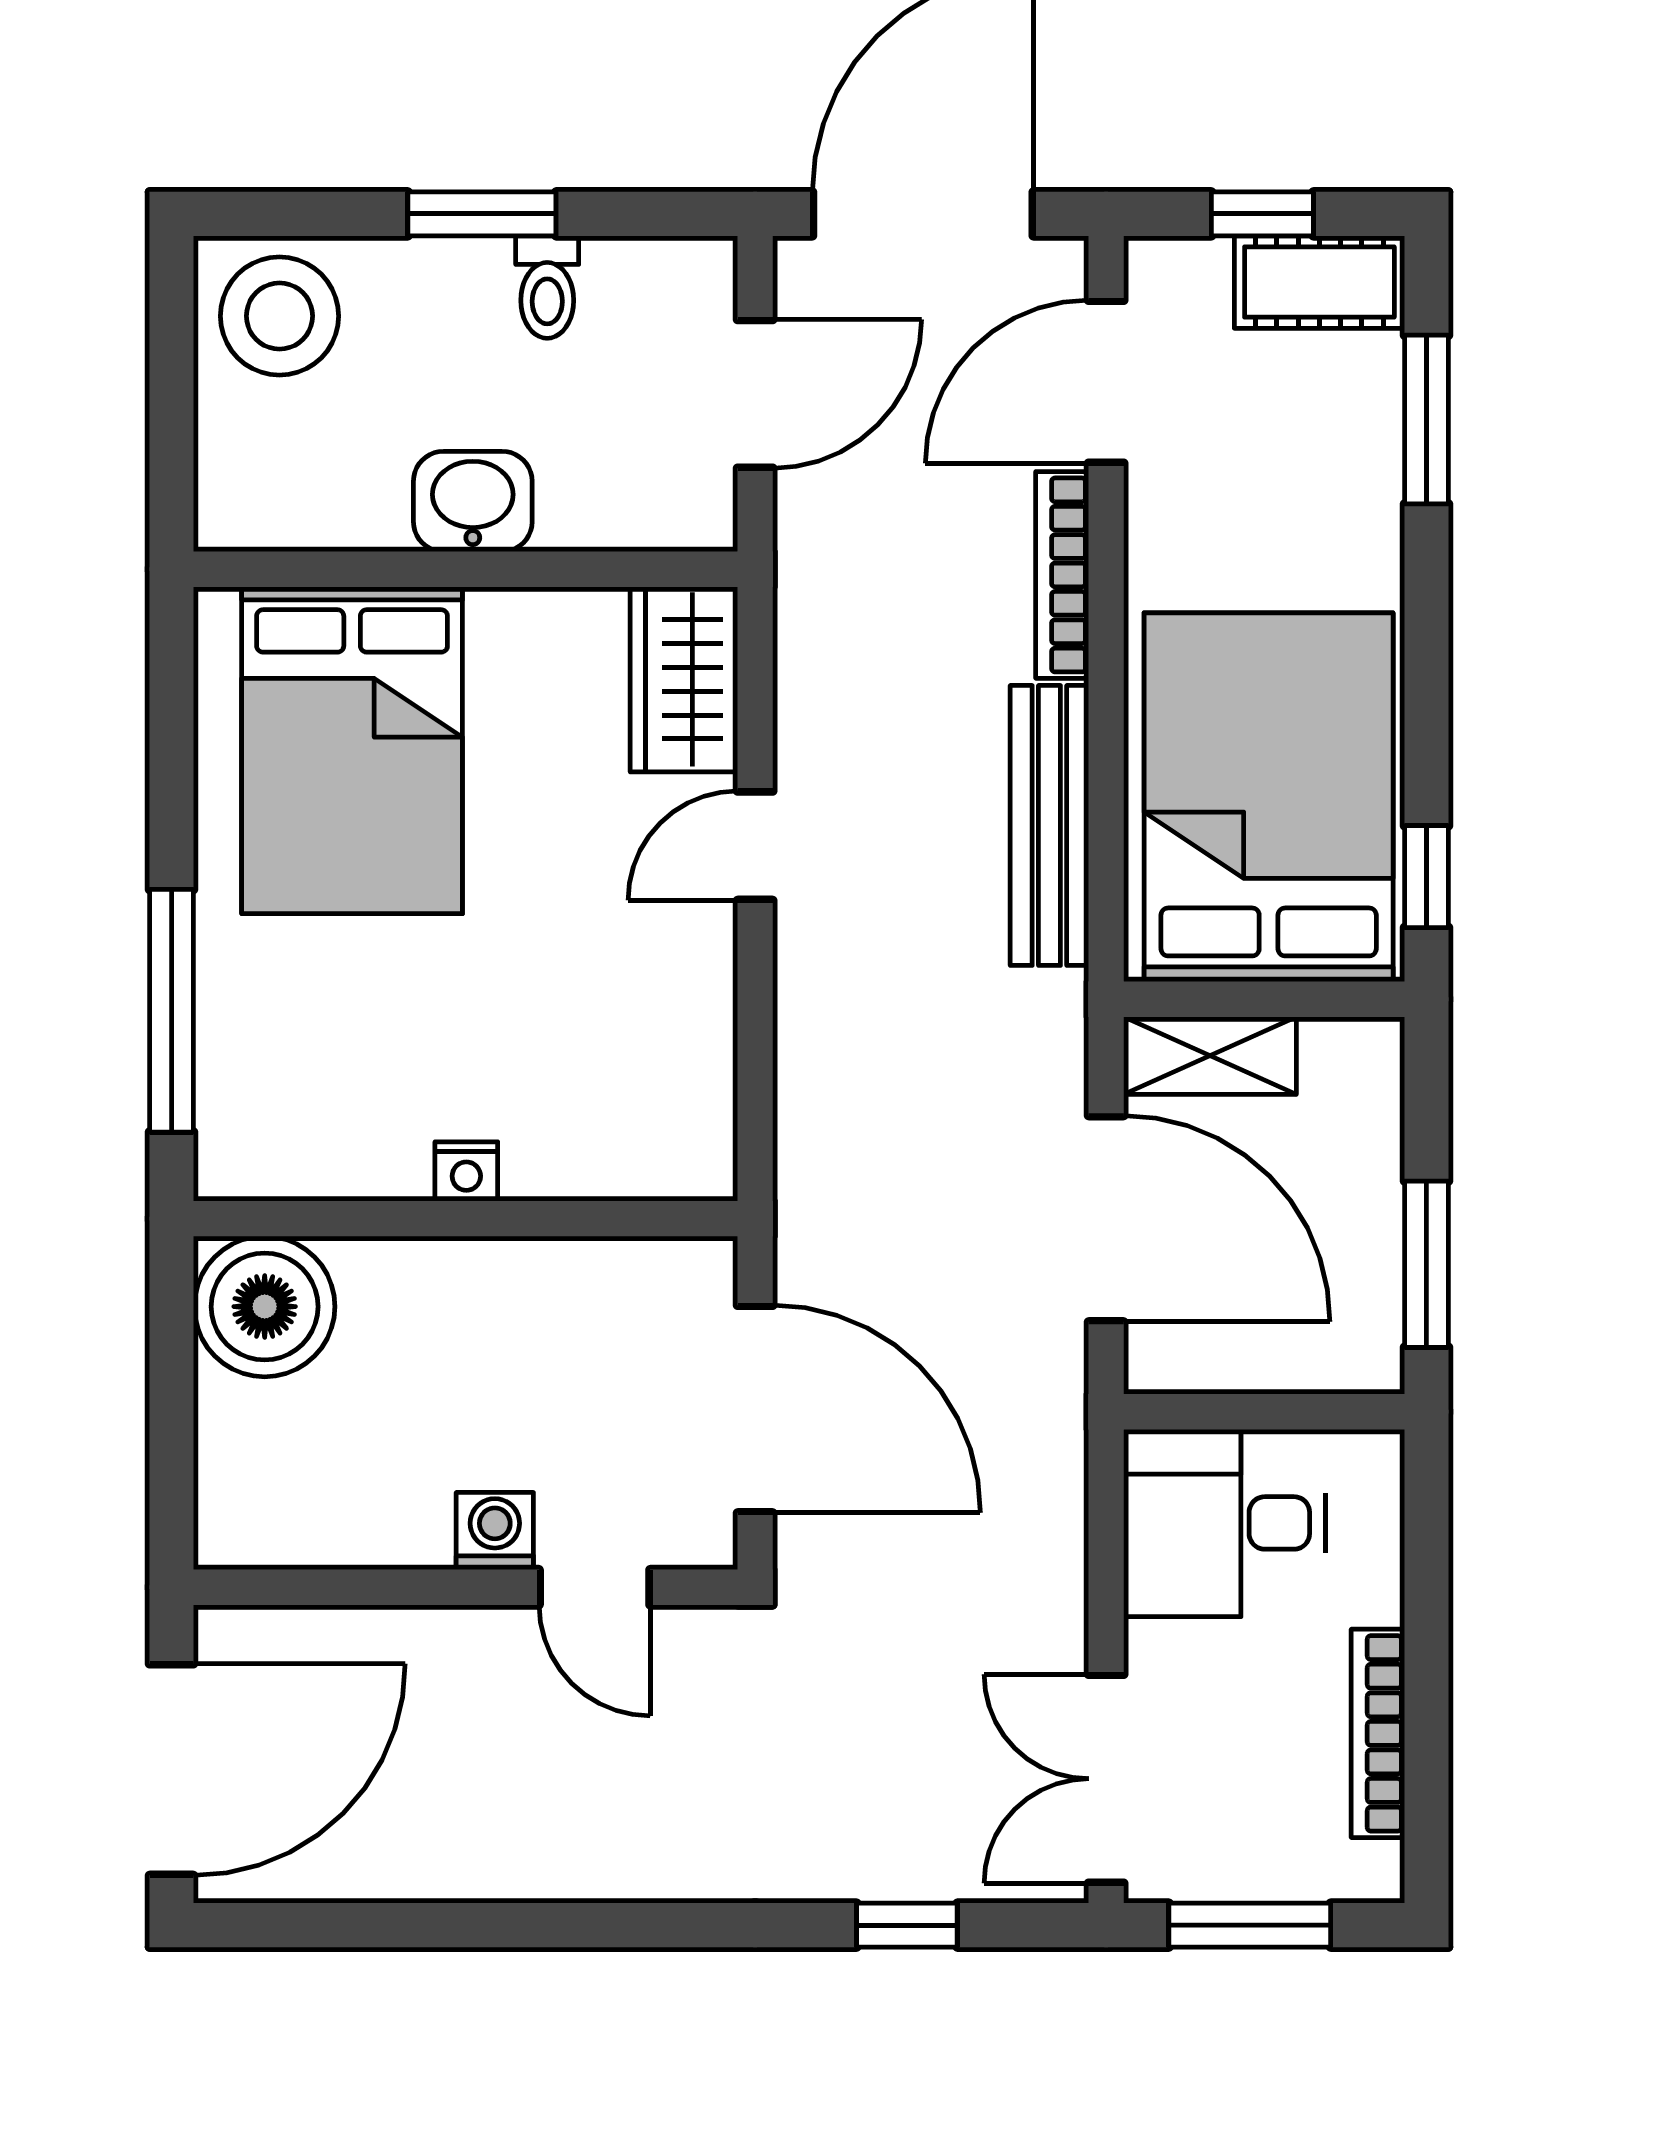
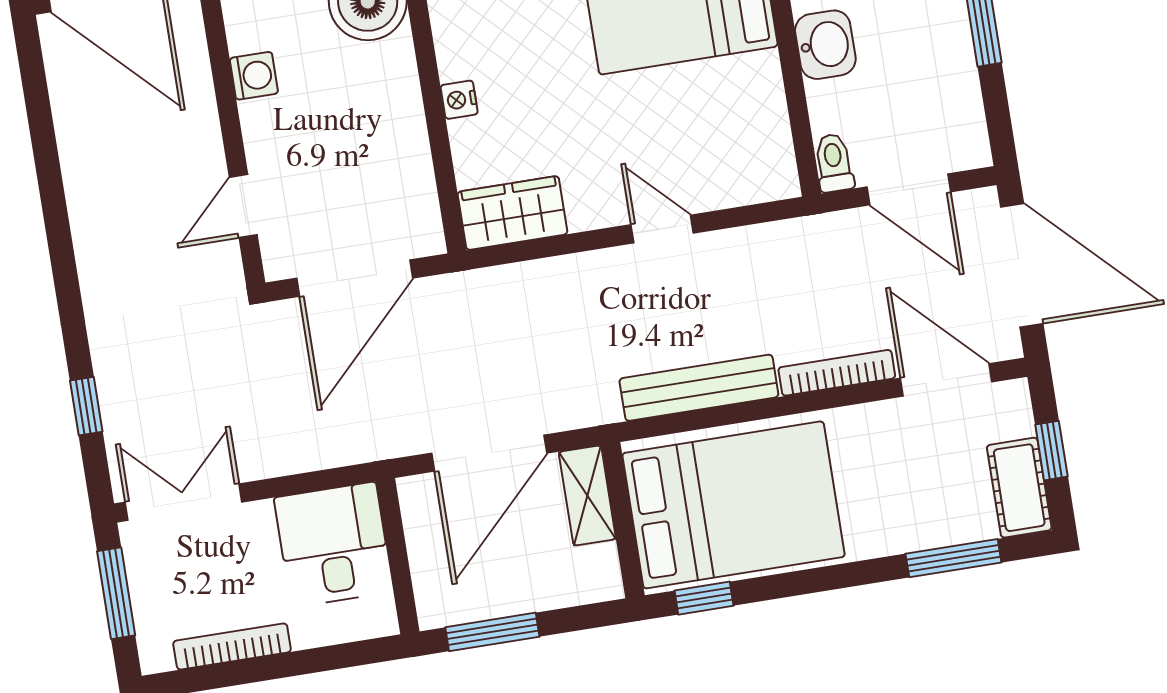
toilet: (547, 287) -> (834, 163), moved, turned 90
wardrobe: (684, 679) -> (512, 213), moved
washing machine: (495, 1531) -> (254, 76), moved

